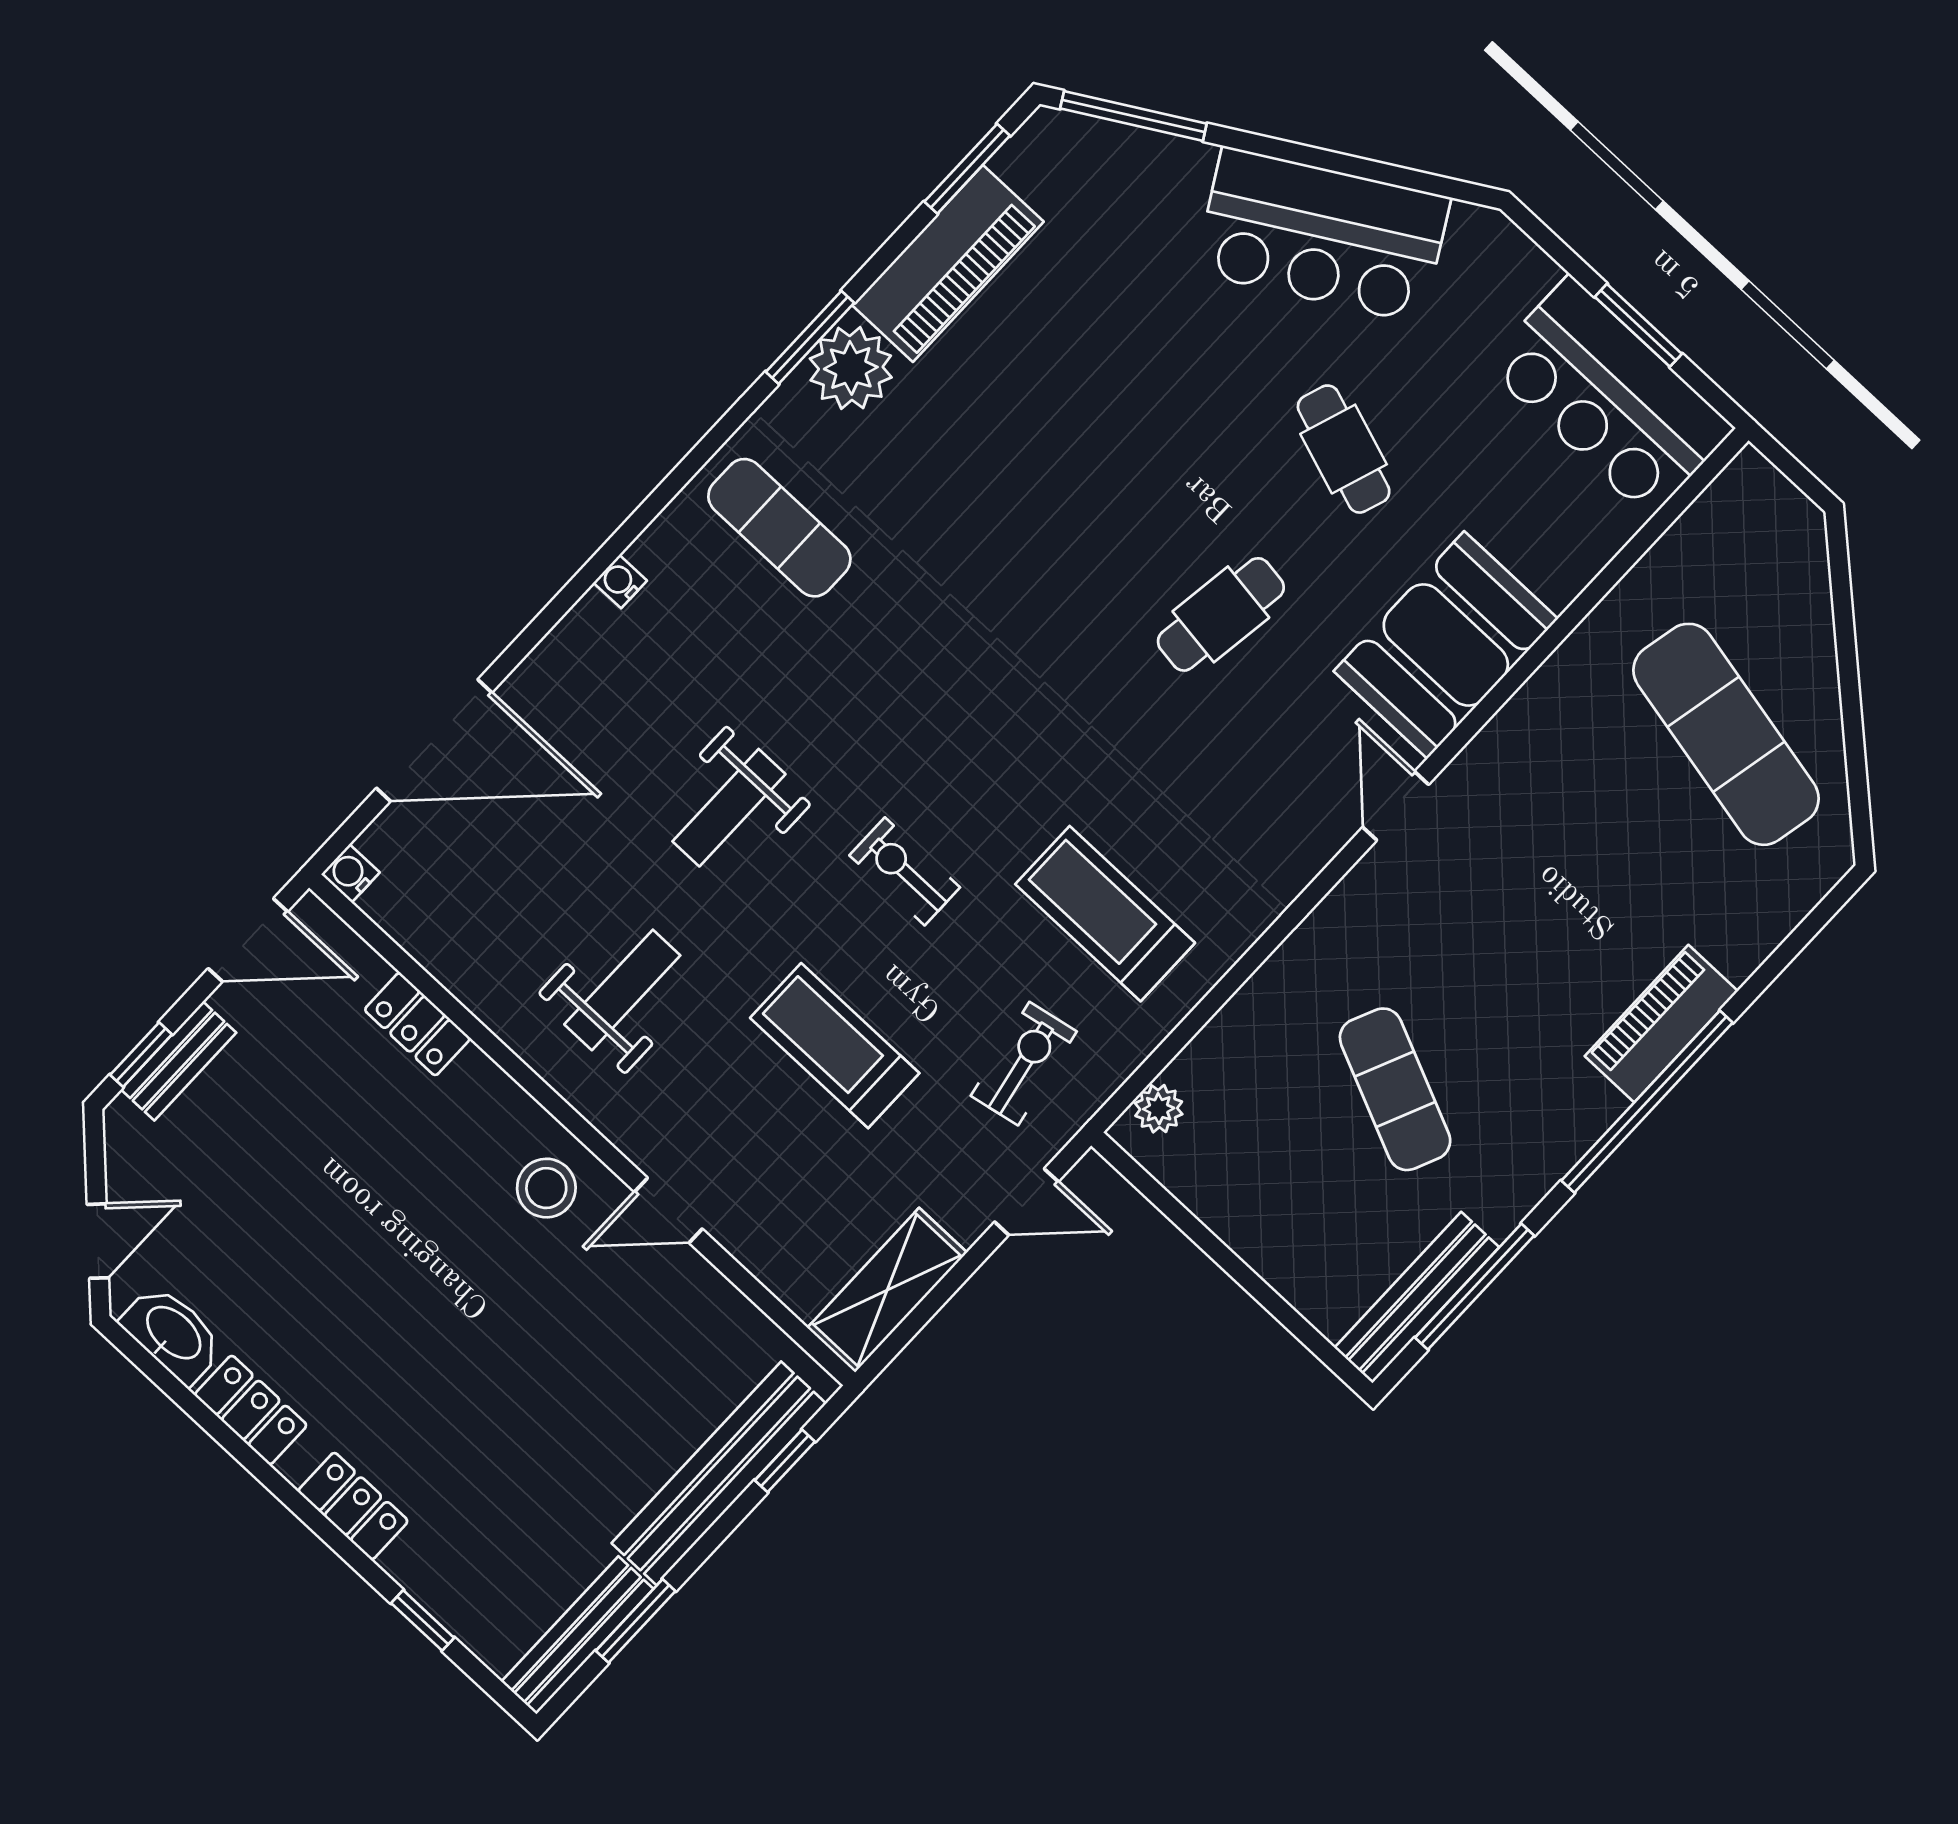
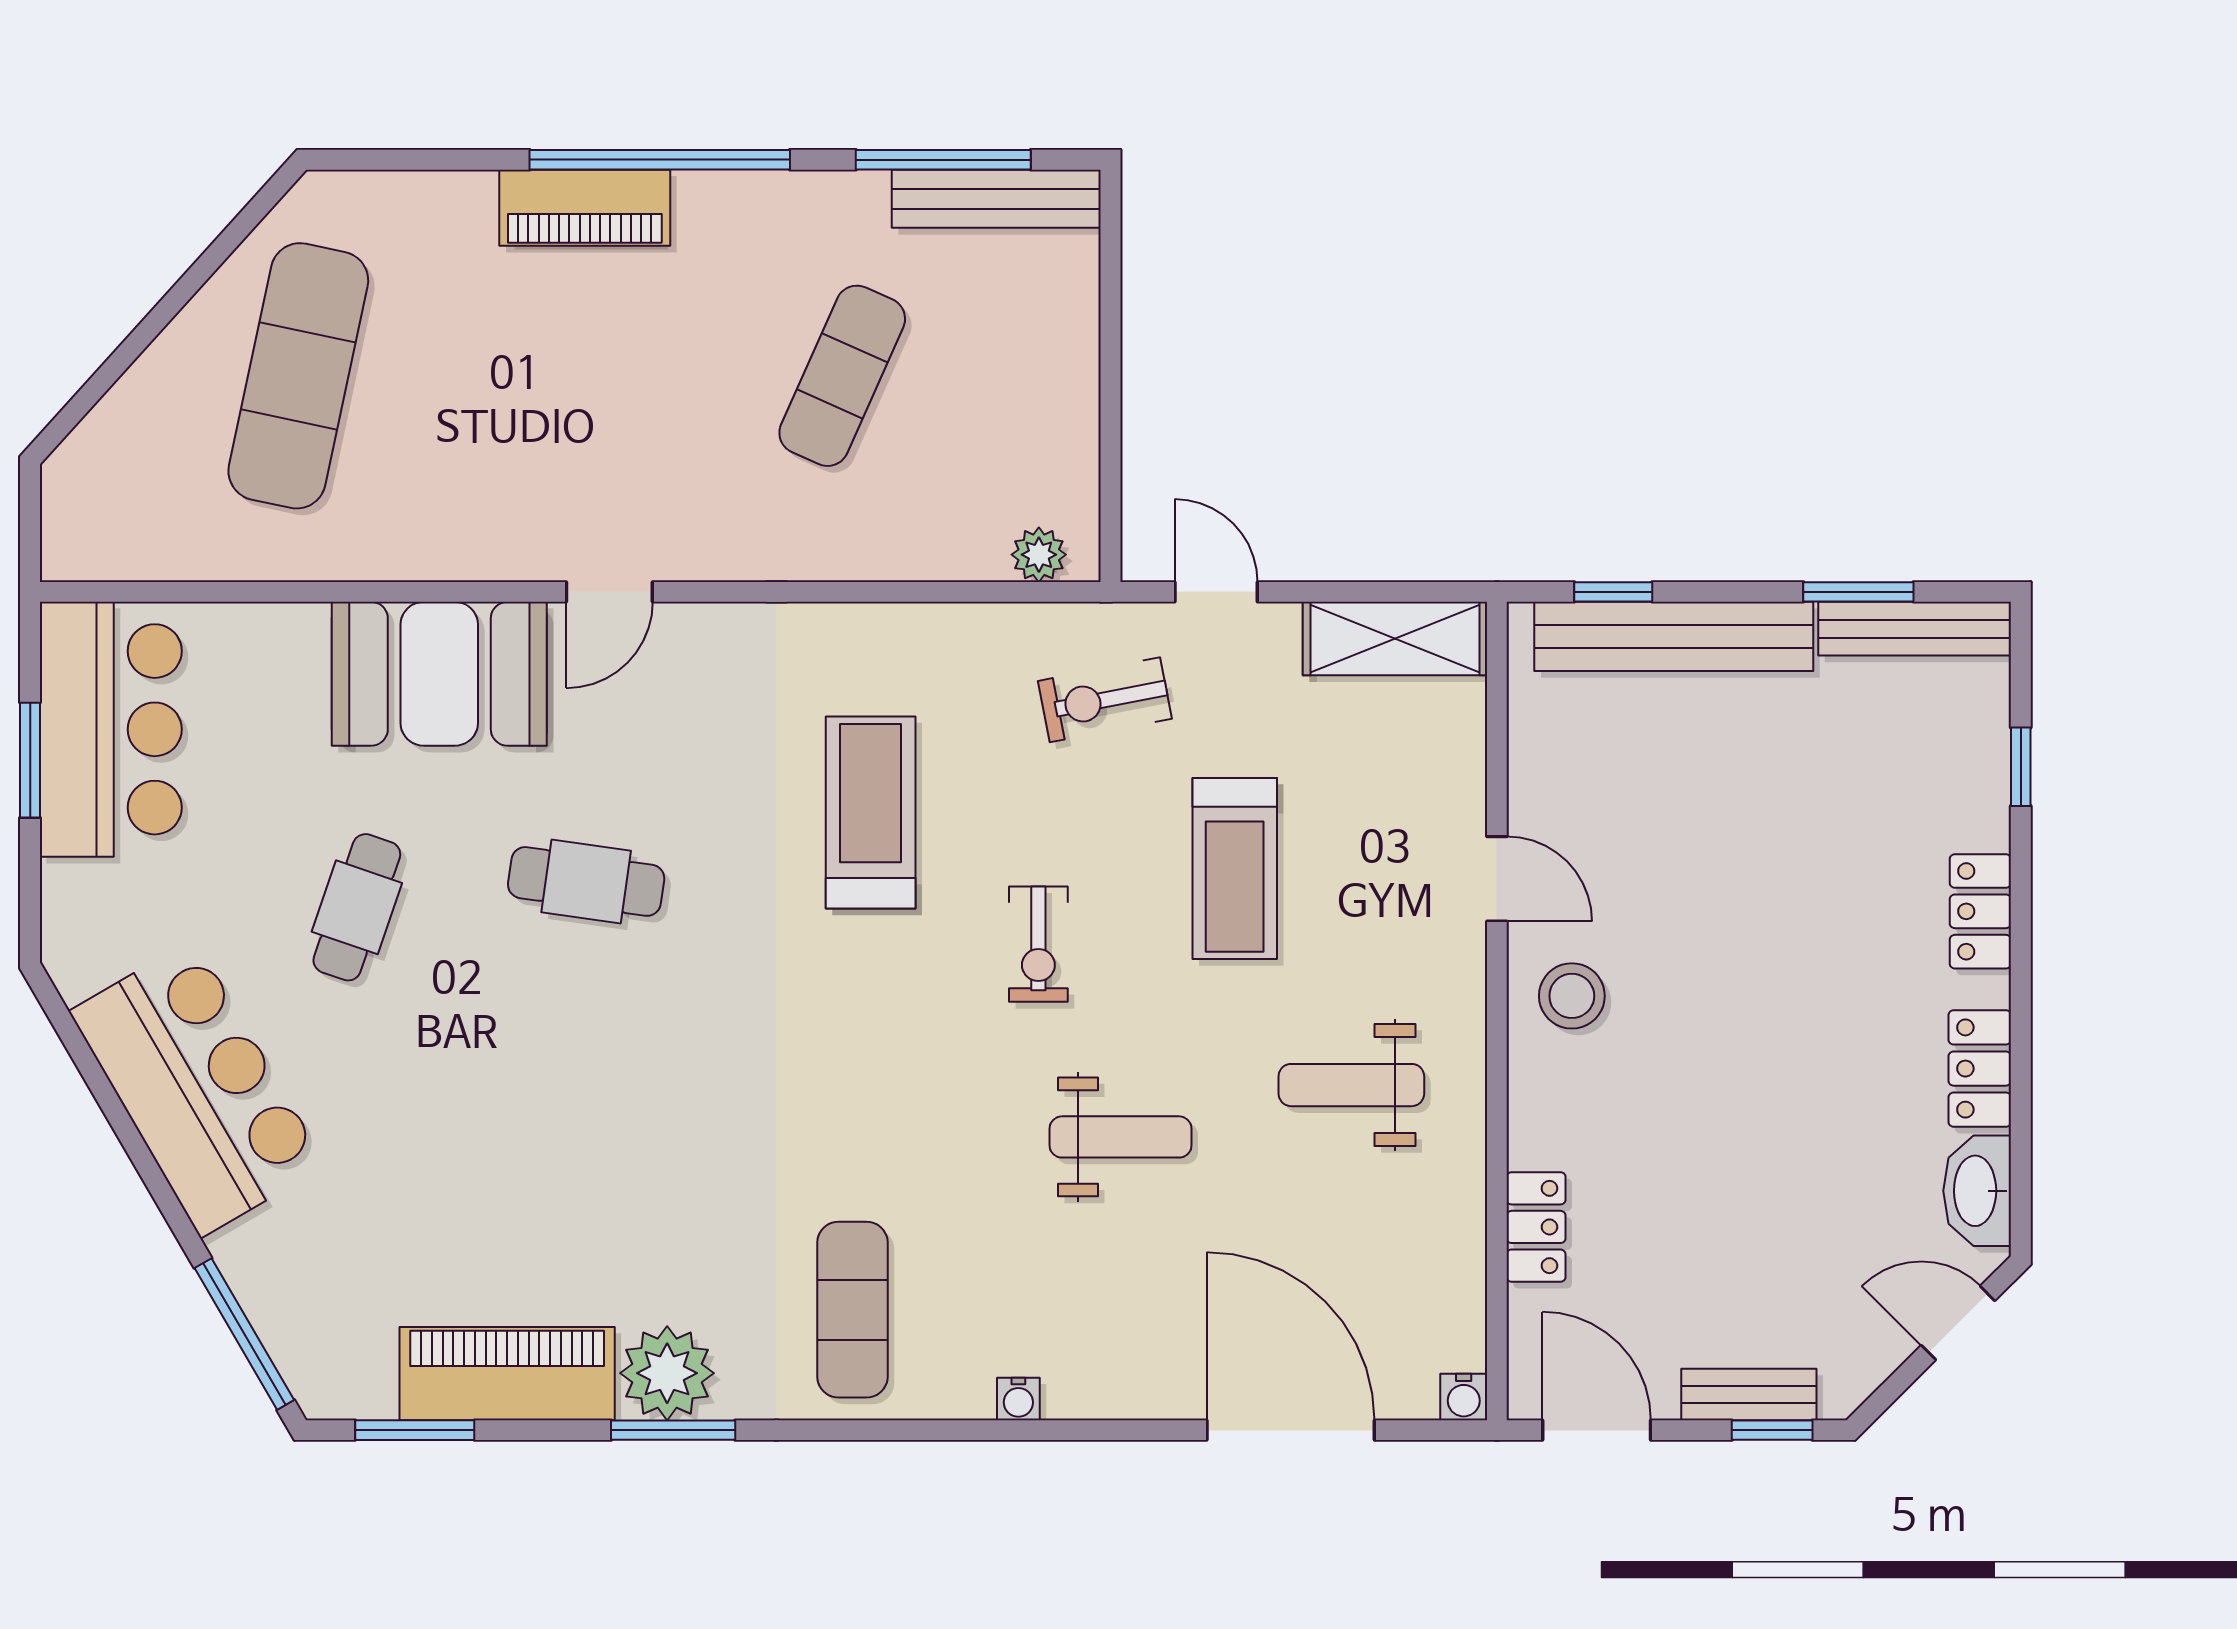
treadmill: (1105, 914) -> (871, 812), moved, turned 180

